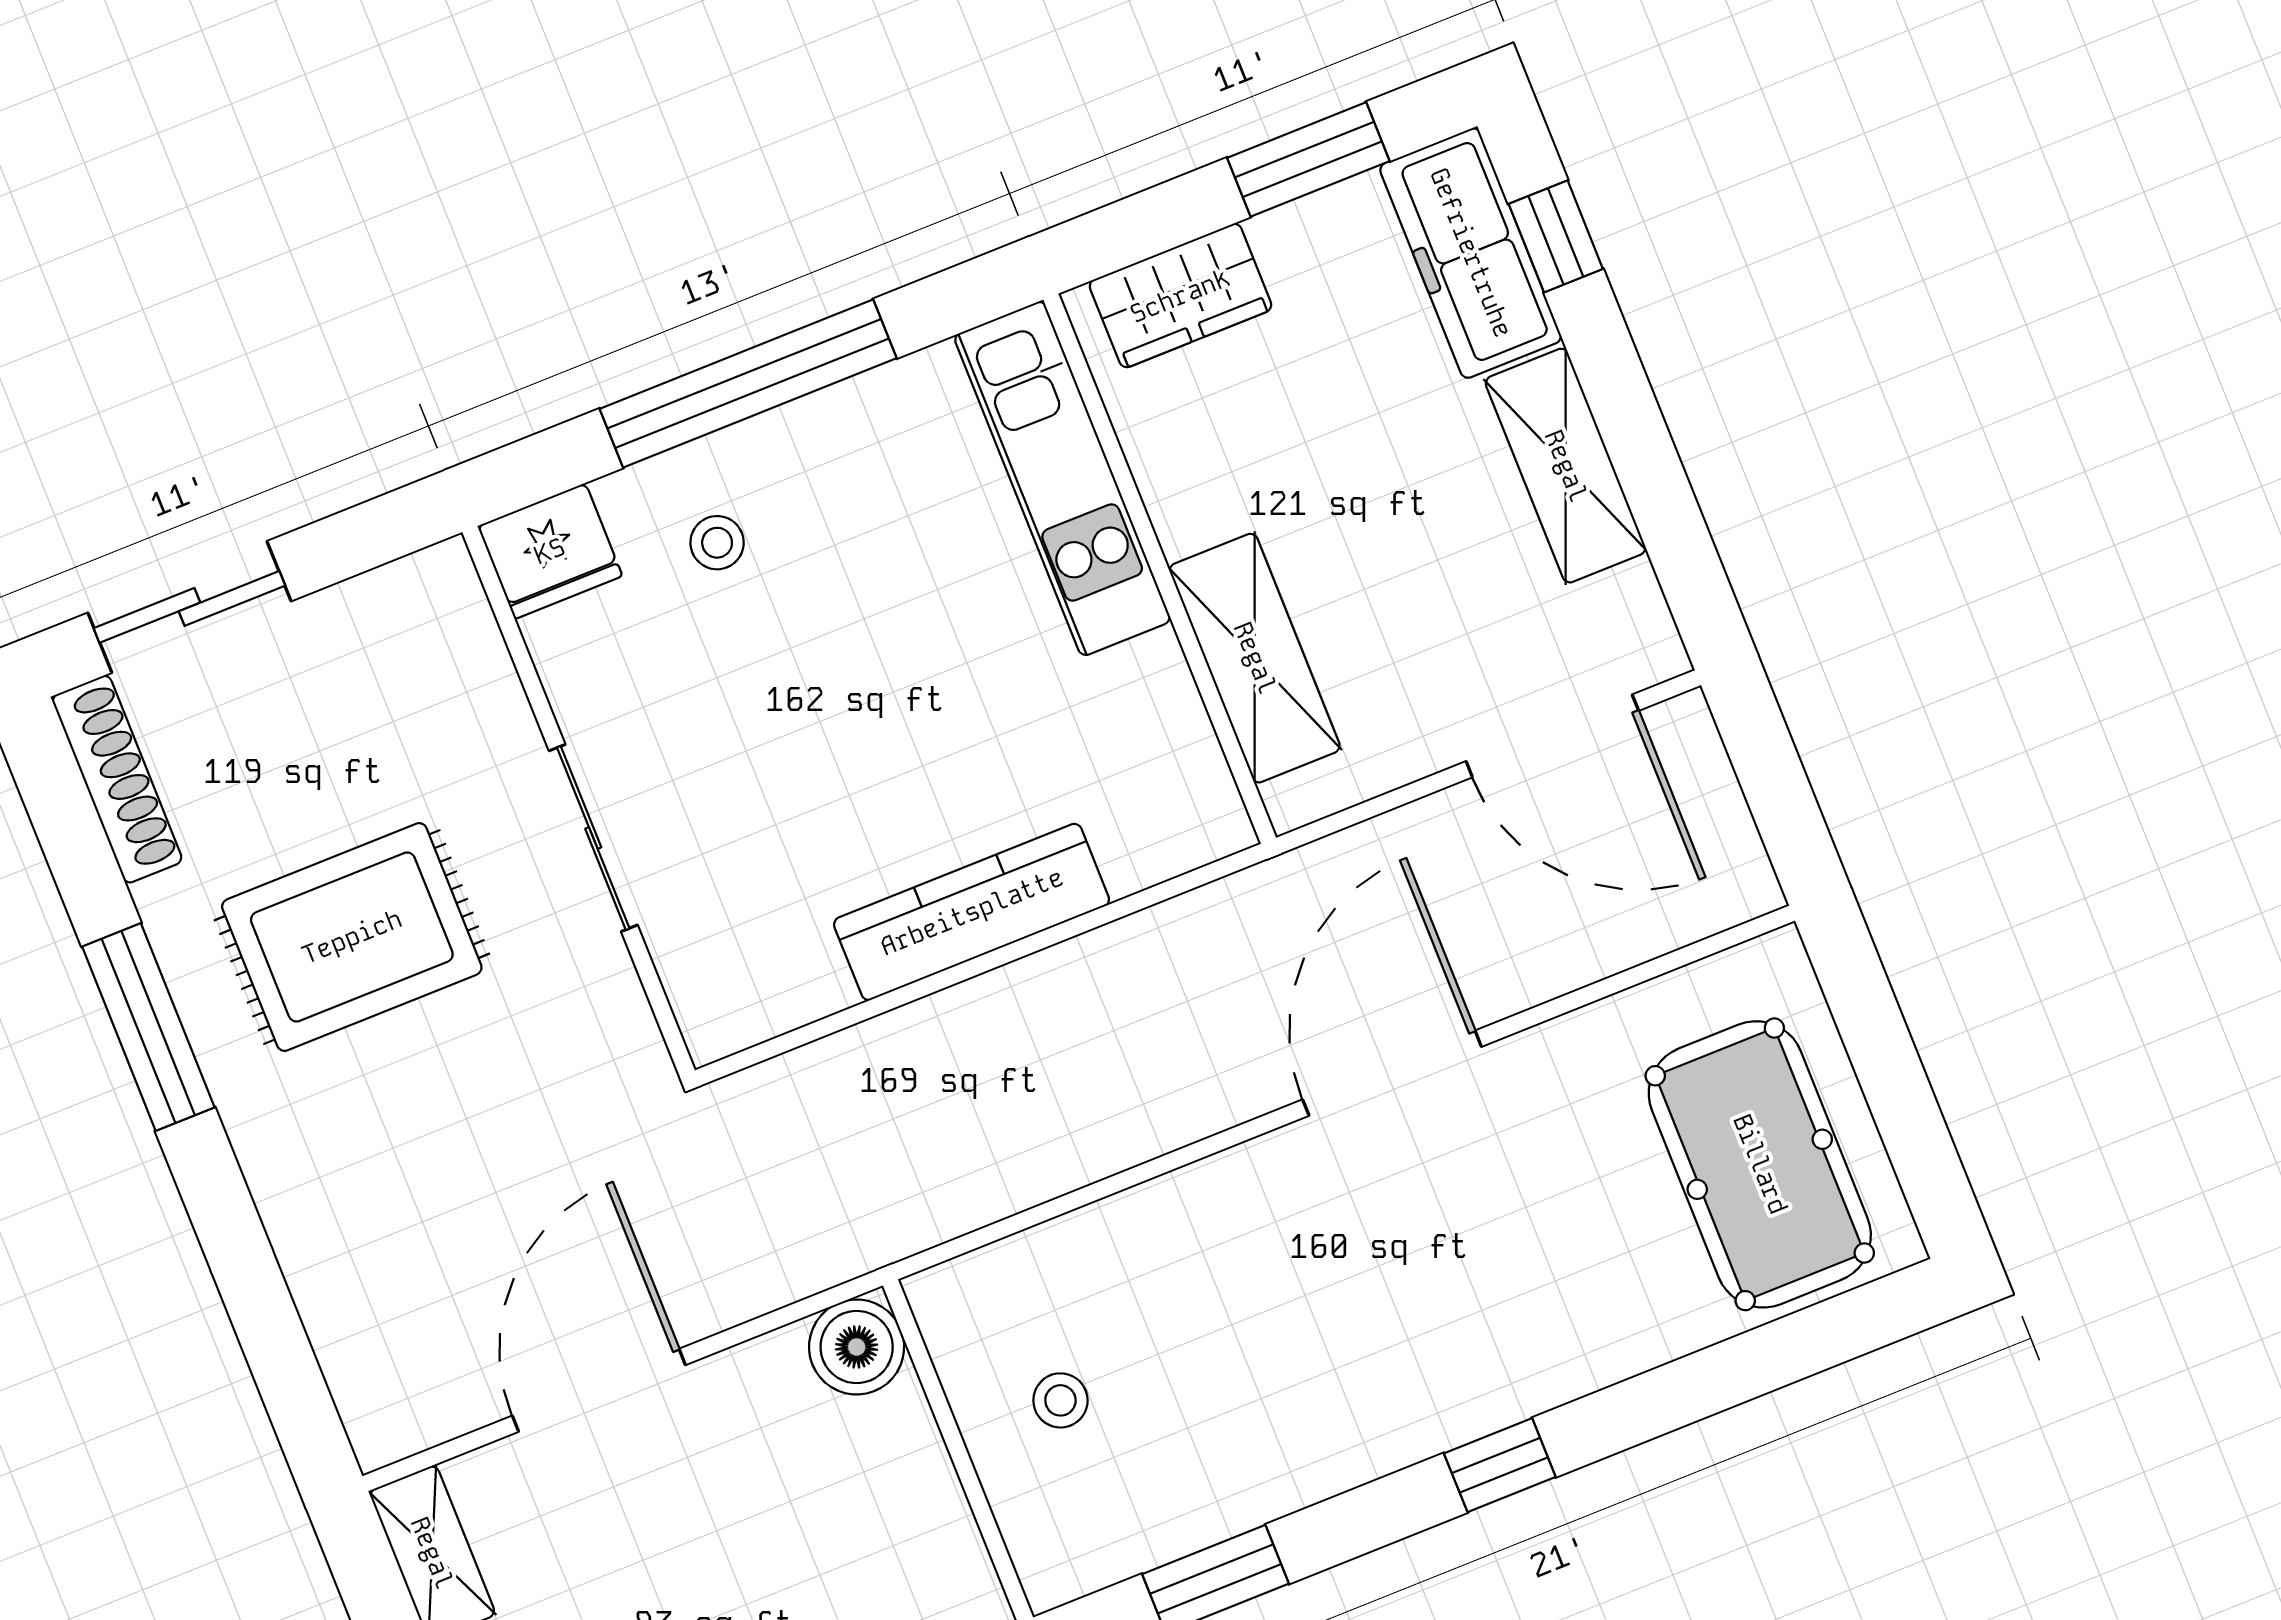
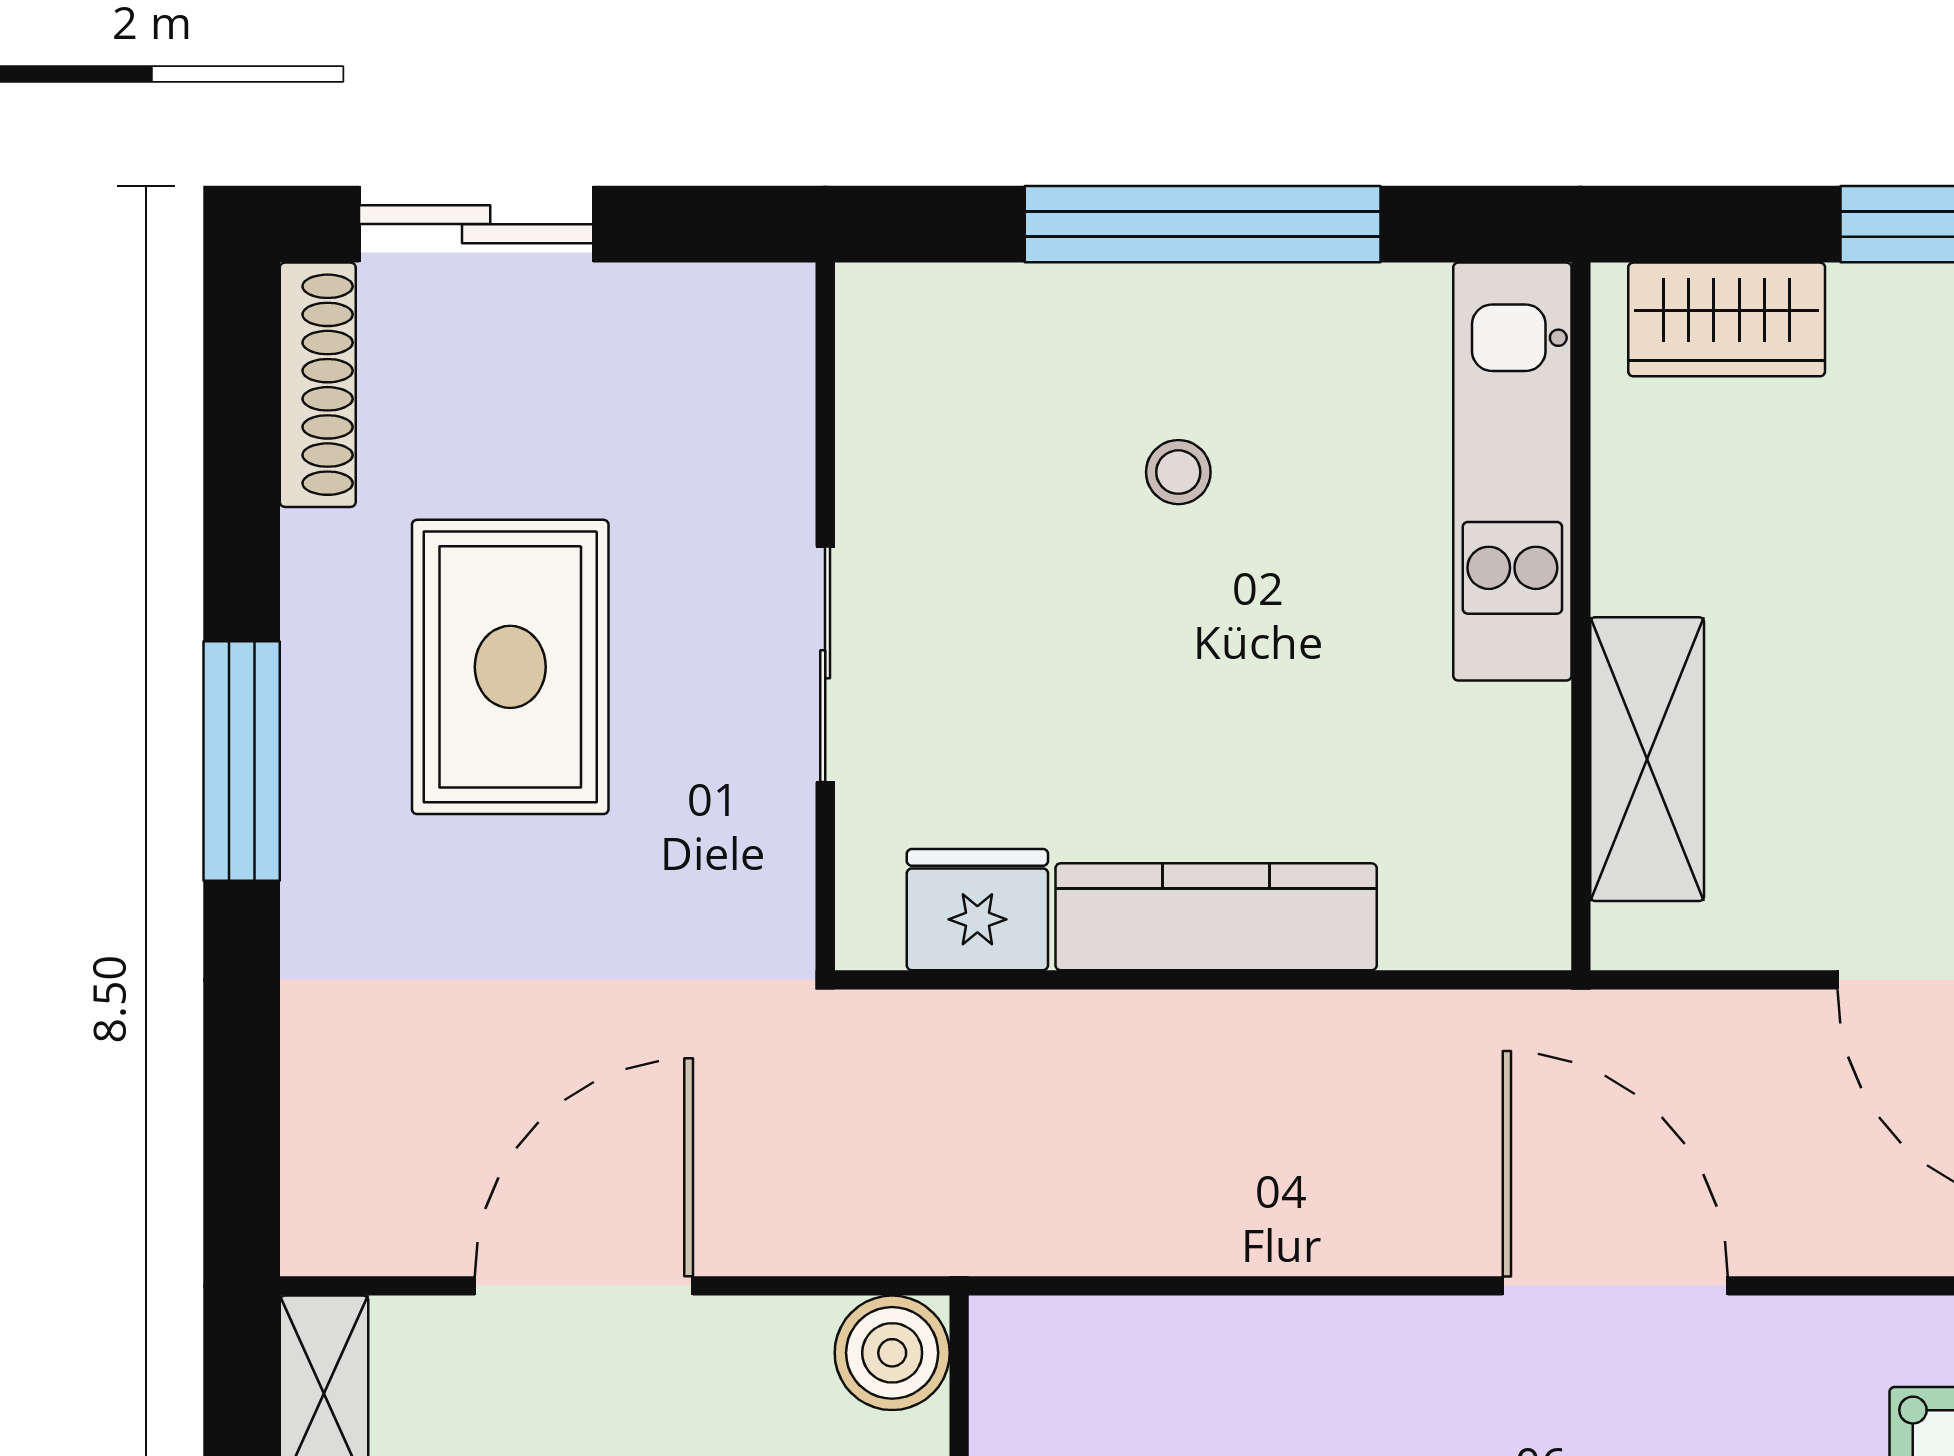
stool: (717, 543) -> (1178, 472), moved
fridge: (550, 551) -> (977, 910), moved, turned 180
rug: (352, 937) -> (510, 667), turned 90
window: (148, 1027) -> (242, 761), moved
door: (1392, 1073) -> (1615, 1286), hinge flipped

